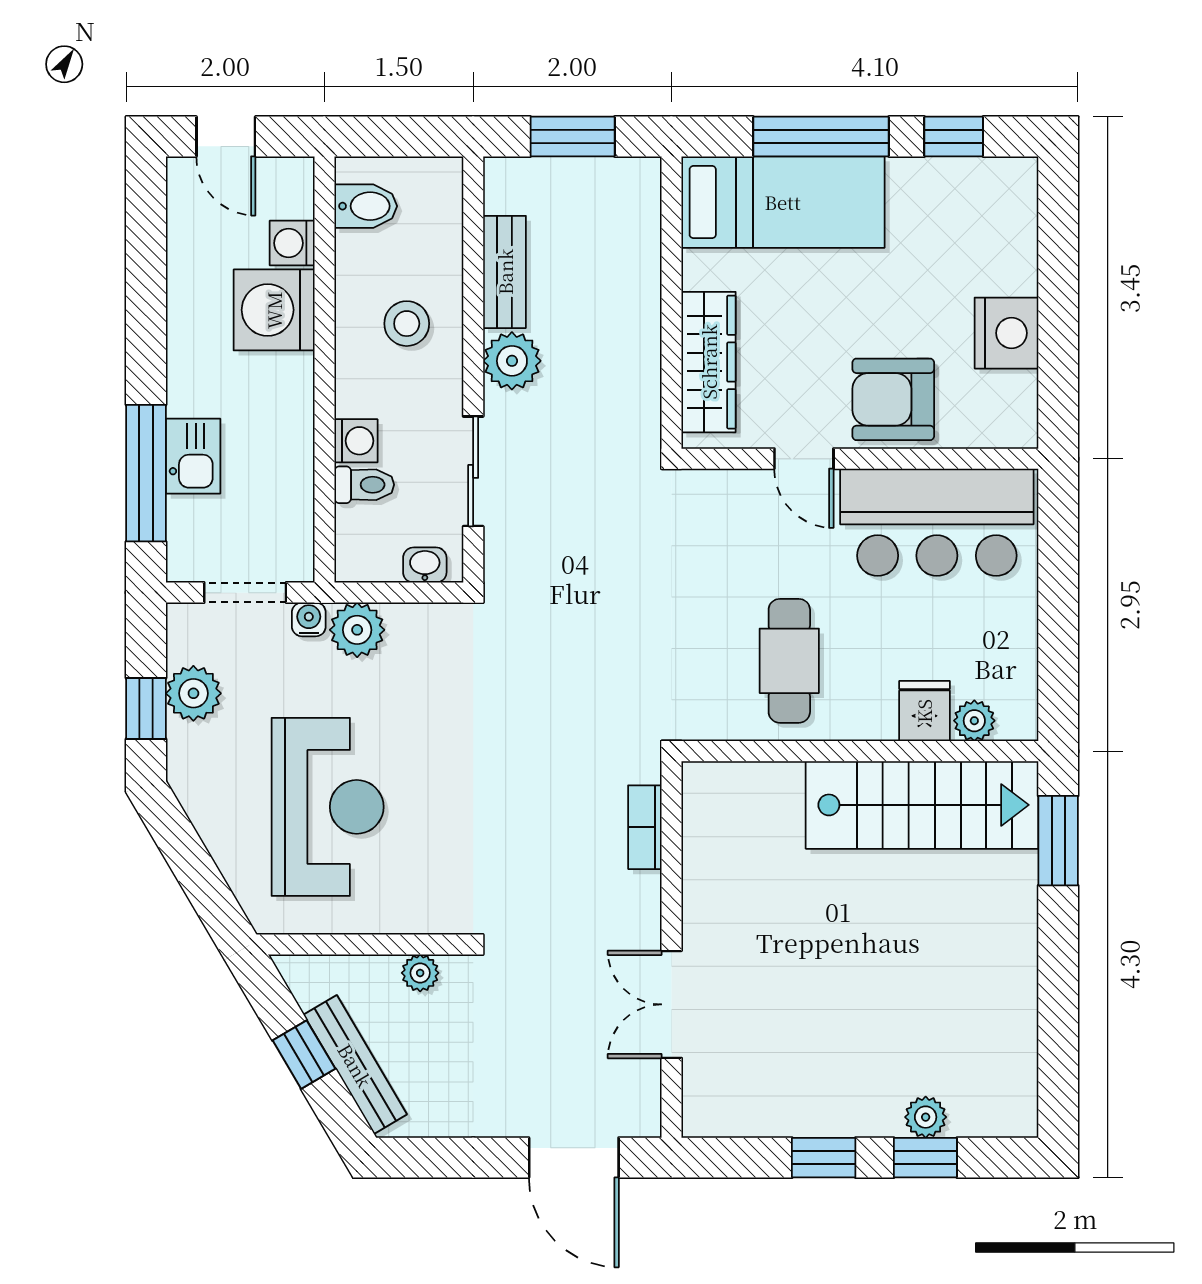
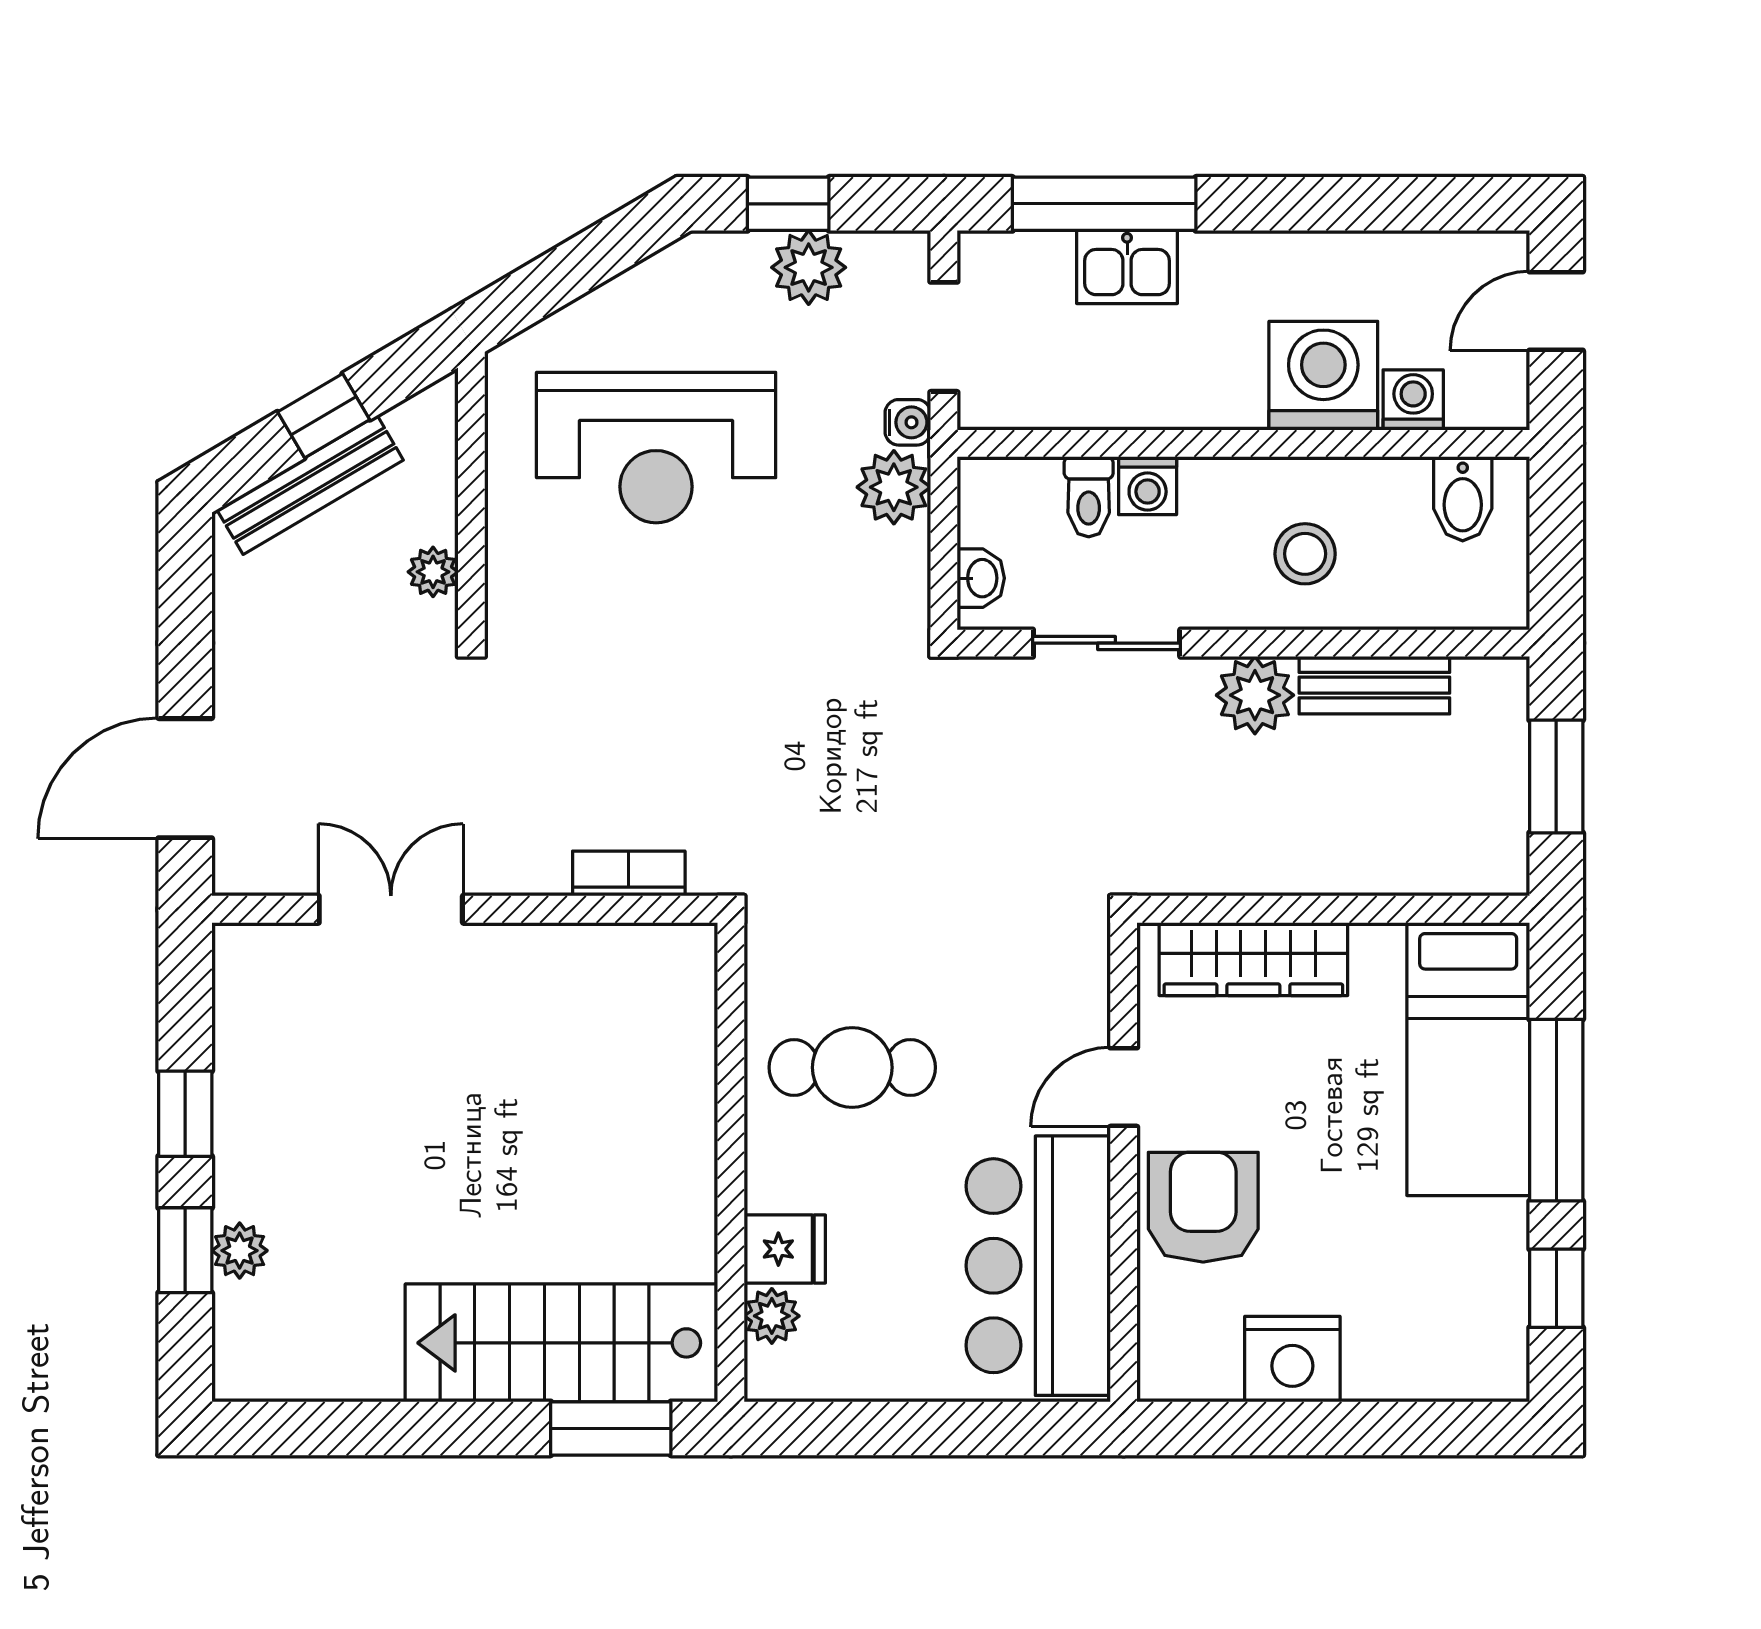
stairs: (922, 805) -> (561, 1343), moved, turned 90

